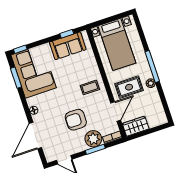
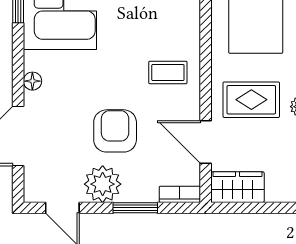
door: (116, 112) -> (206, 142), swing flipped
armchair: (76, 120) -> (115, 131), turned 90
plant: (93, 139) -> (103, 184), moved

